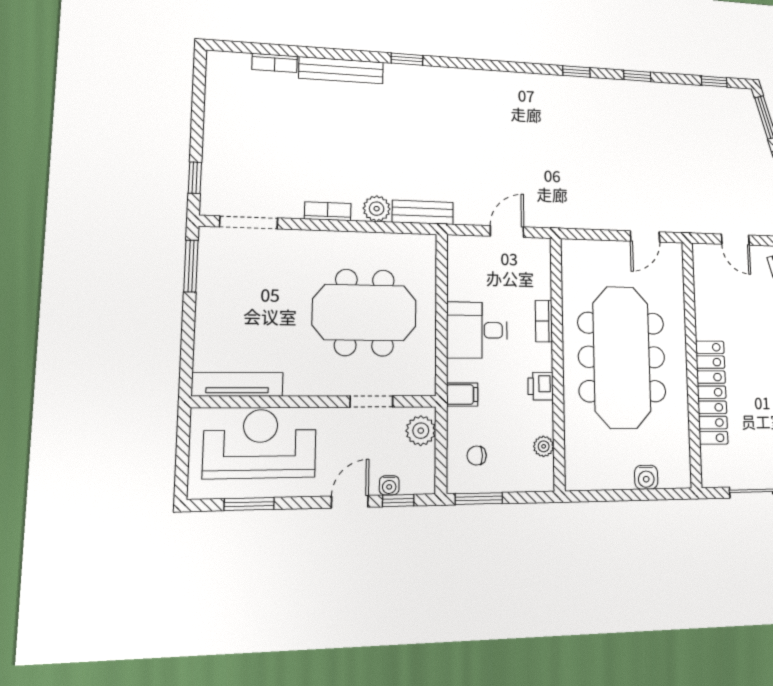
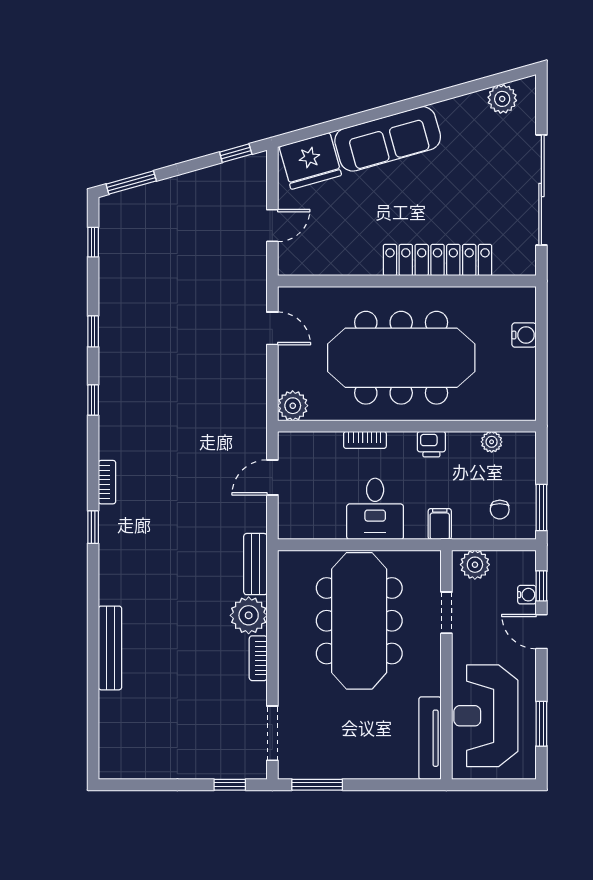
window: (407, 59) -> (93, 527), moved
bookcase: (275, 63) -> (107, 482), moved
plant: (377, 209) -> (249, 615), width x1.36, depth x1.36
door: (507, 232) -> (272, 477), hinge flipped
plant: (575, 253) -> (293, 406), added
meeting table: (364, 313) -> (359, 621), width x1.36

